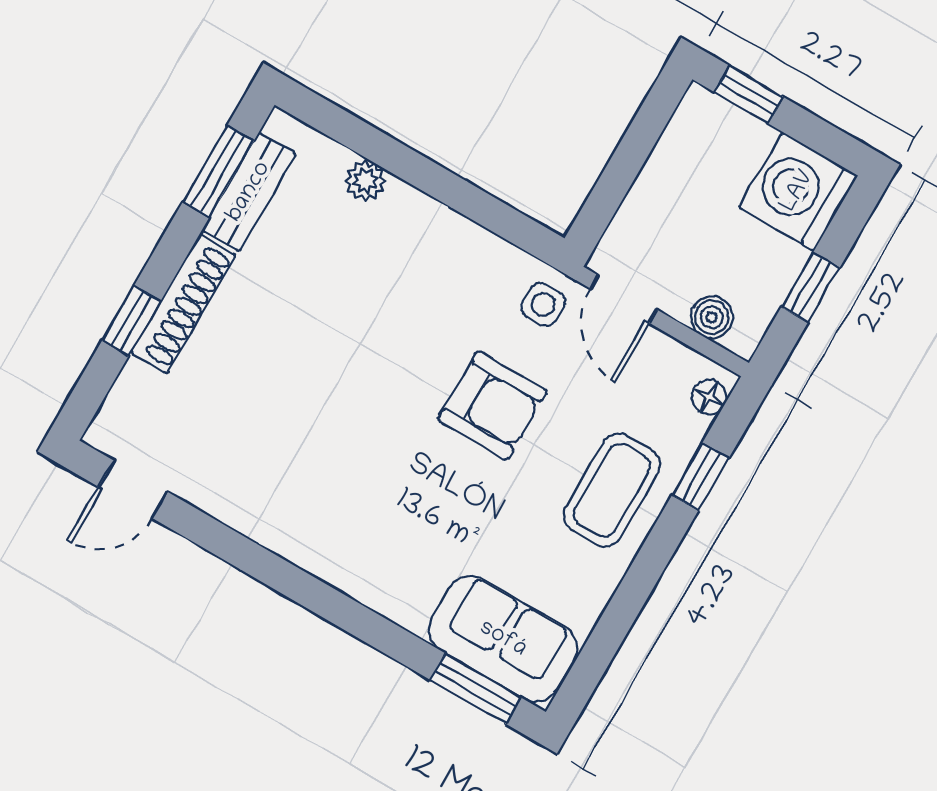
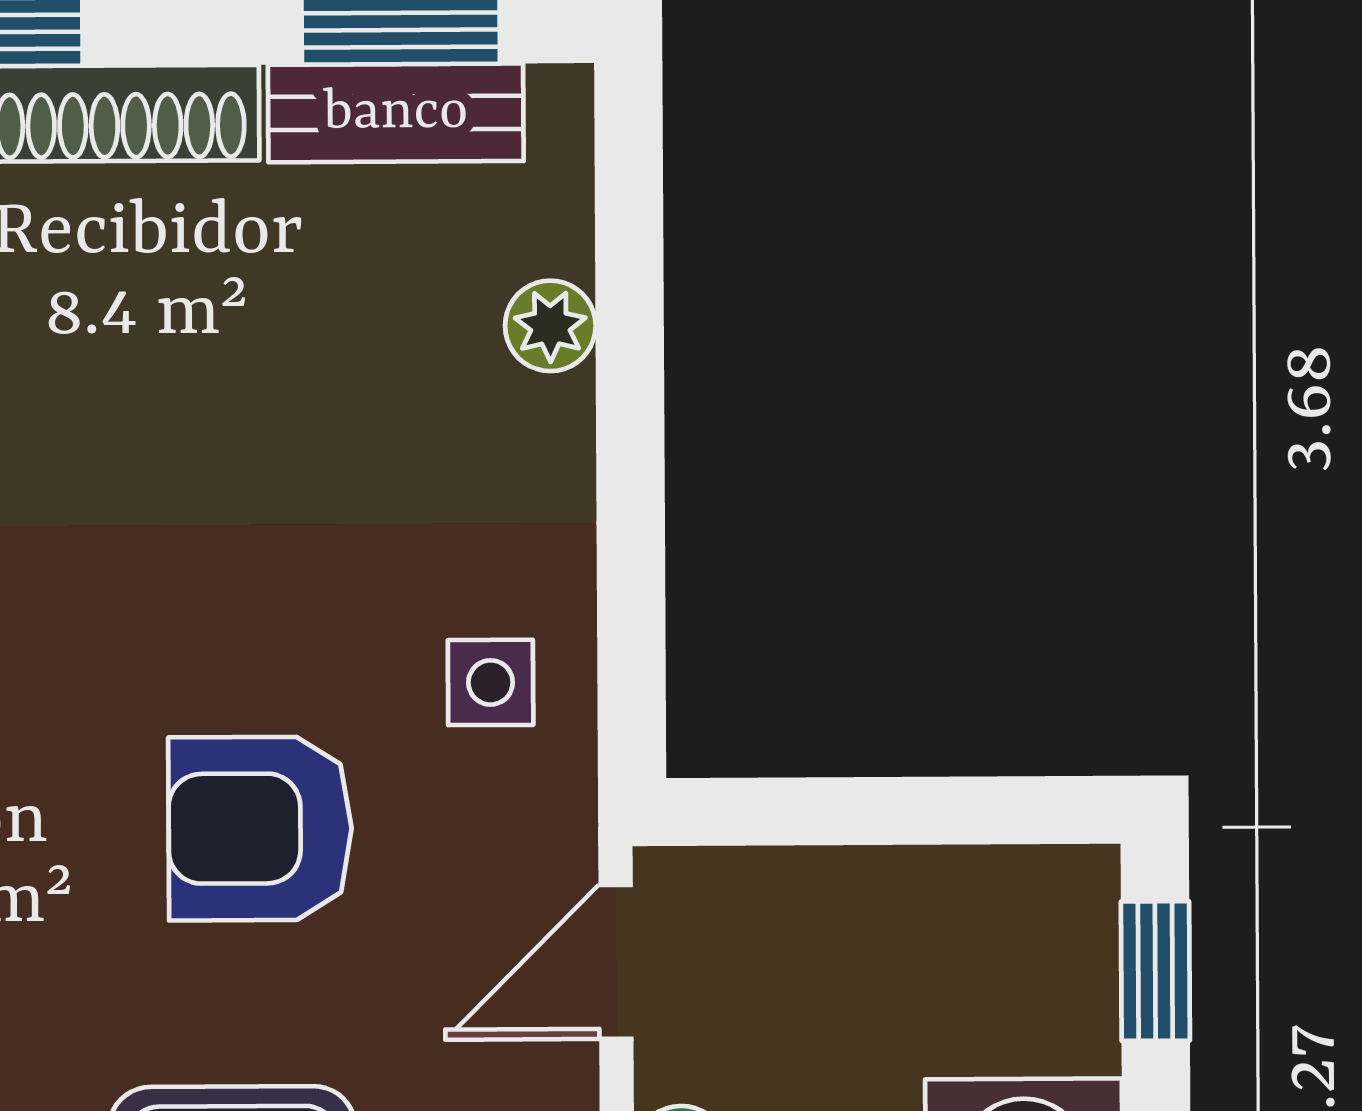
side table: (543, 304) -> (491, 682), moved
armchair: (492, 405) -> (260, 829), turned 90

